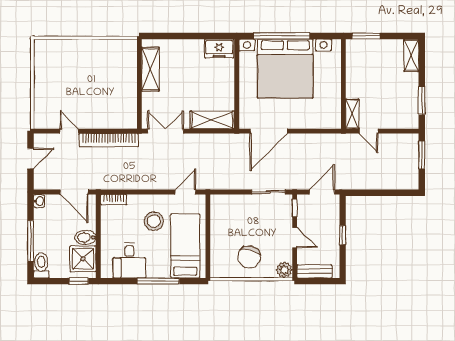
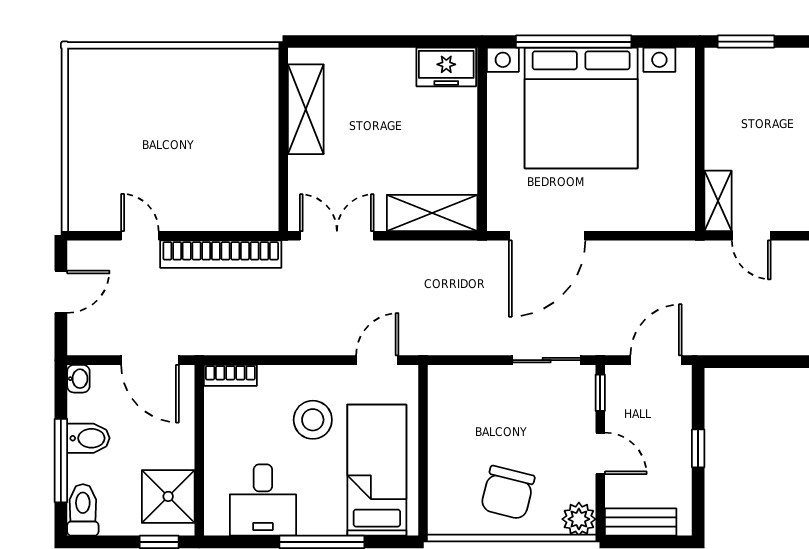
bidet: (86, 237) -> (88, 438), moved, turned 180

